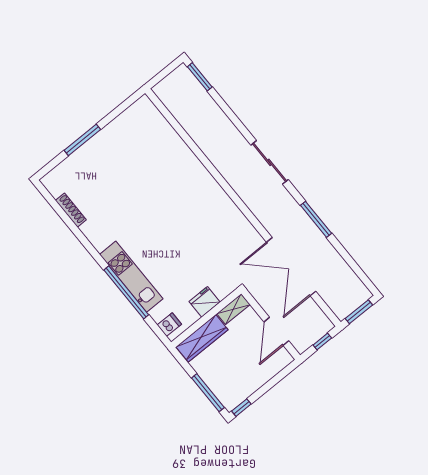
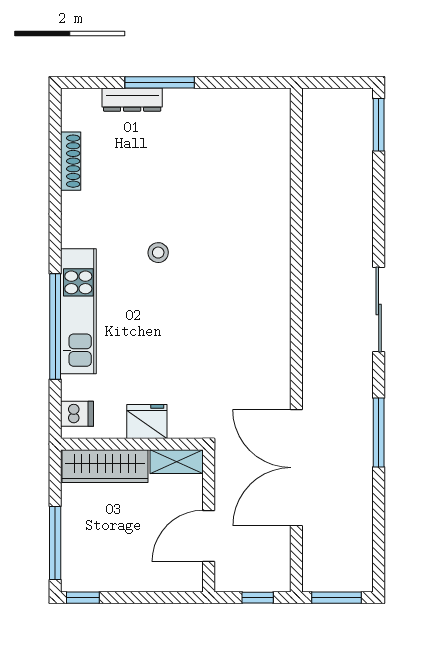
dresser: (76, 158) -> (132, 100), added
stool: (146, 219) -> (158, 253), added

